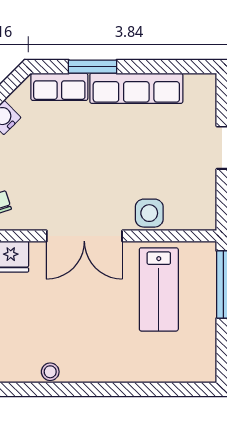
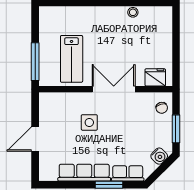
side table: (149, 213) -> (89, 122), moved
lab bench: (159, 289) -> (72, 59), turned 180

